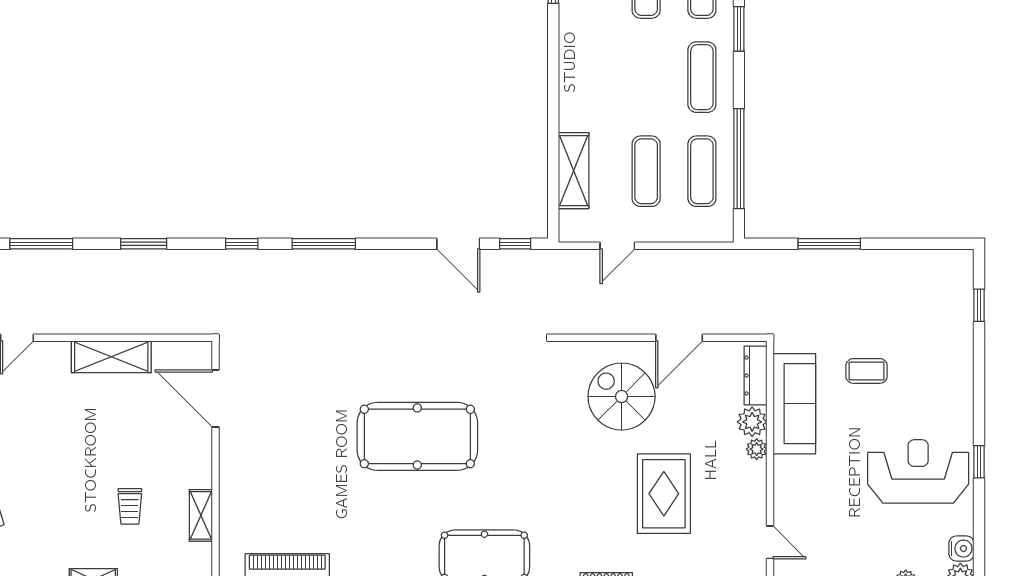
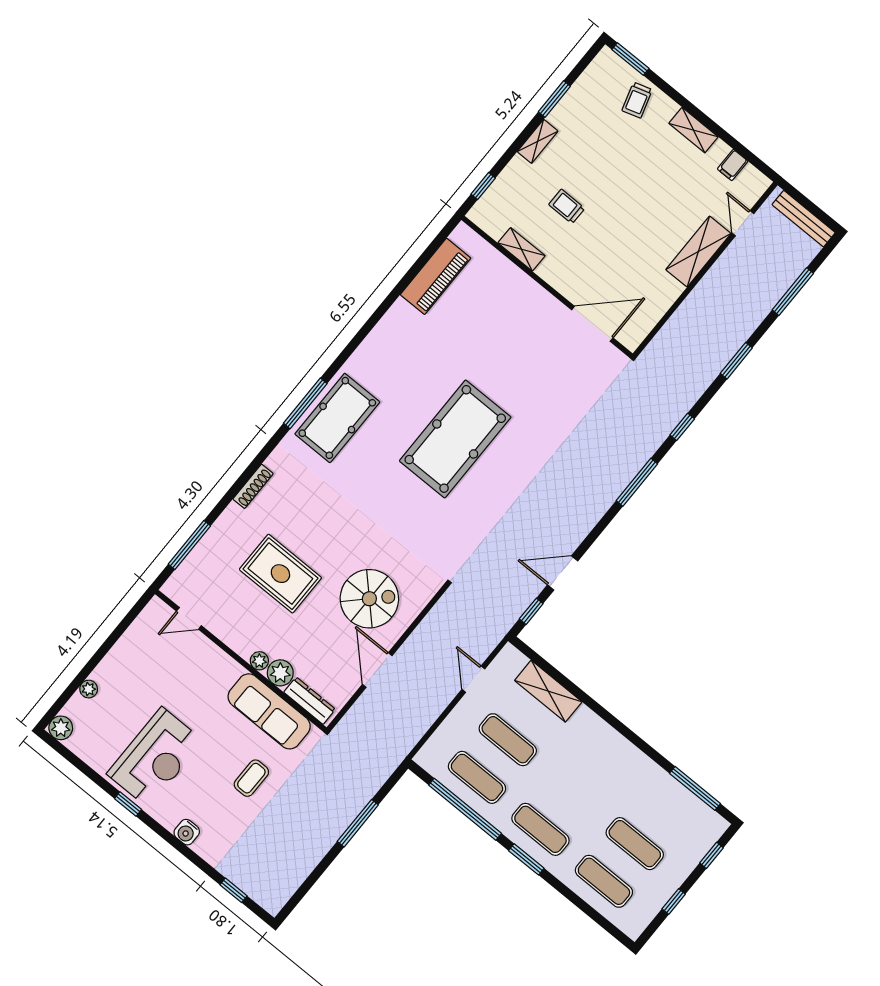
window: (739, 29) -> (526, 859), moved
shelving: (111, 357) -> (698, 252), moved
water cooler: (961, 549) -> (187, 832), moved

